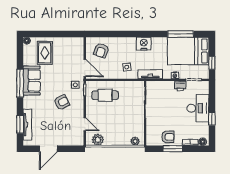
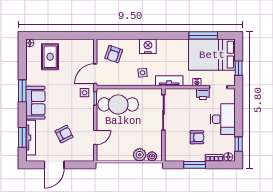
nightstand: (144, 44) -> (148, 46), moved
door: (85, 68) -> (95, 74), swing flipped
sofa: (32, 81) -> (35, 103), moved
window: (20, 83) -> (22, 91), width x0.69
cafe table: (105, 95) -> (118, 104), width x1.37, depth x1.35
armchair: (62, 102) -> (64, 134), moved
window: (212, 119) -> (239, 144), moved
door: (85, 124) -> (95, 137), hinge flipped
armchair: (168, 137) -> (197, 137), moved
plant: (98, 140) -> (140, 155), moved

